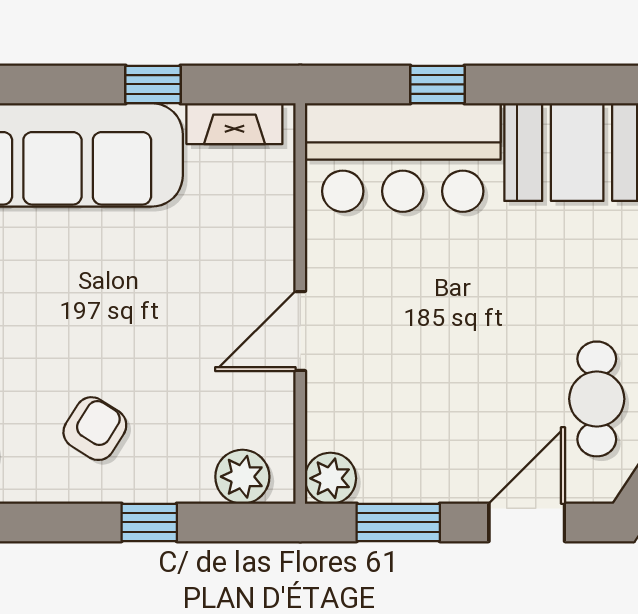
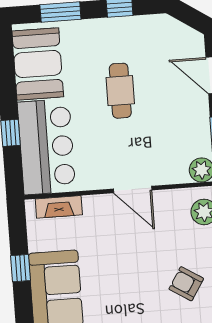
fireplace: (234, 124) -> (59, 207), moved, turned 90
cafe table: (597, 399) -> (120, 91), moved, turned 90

